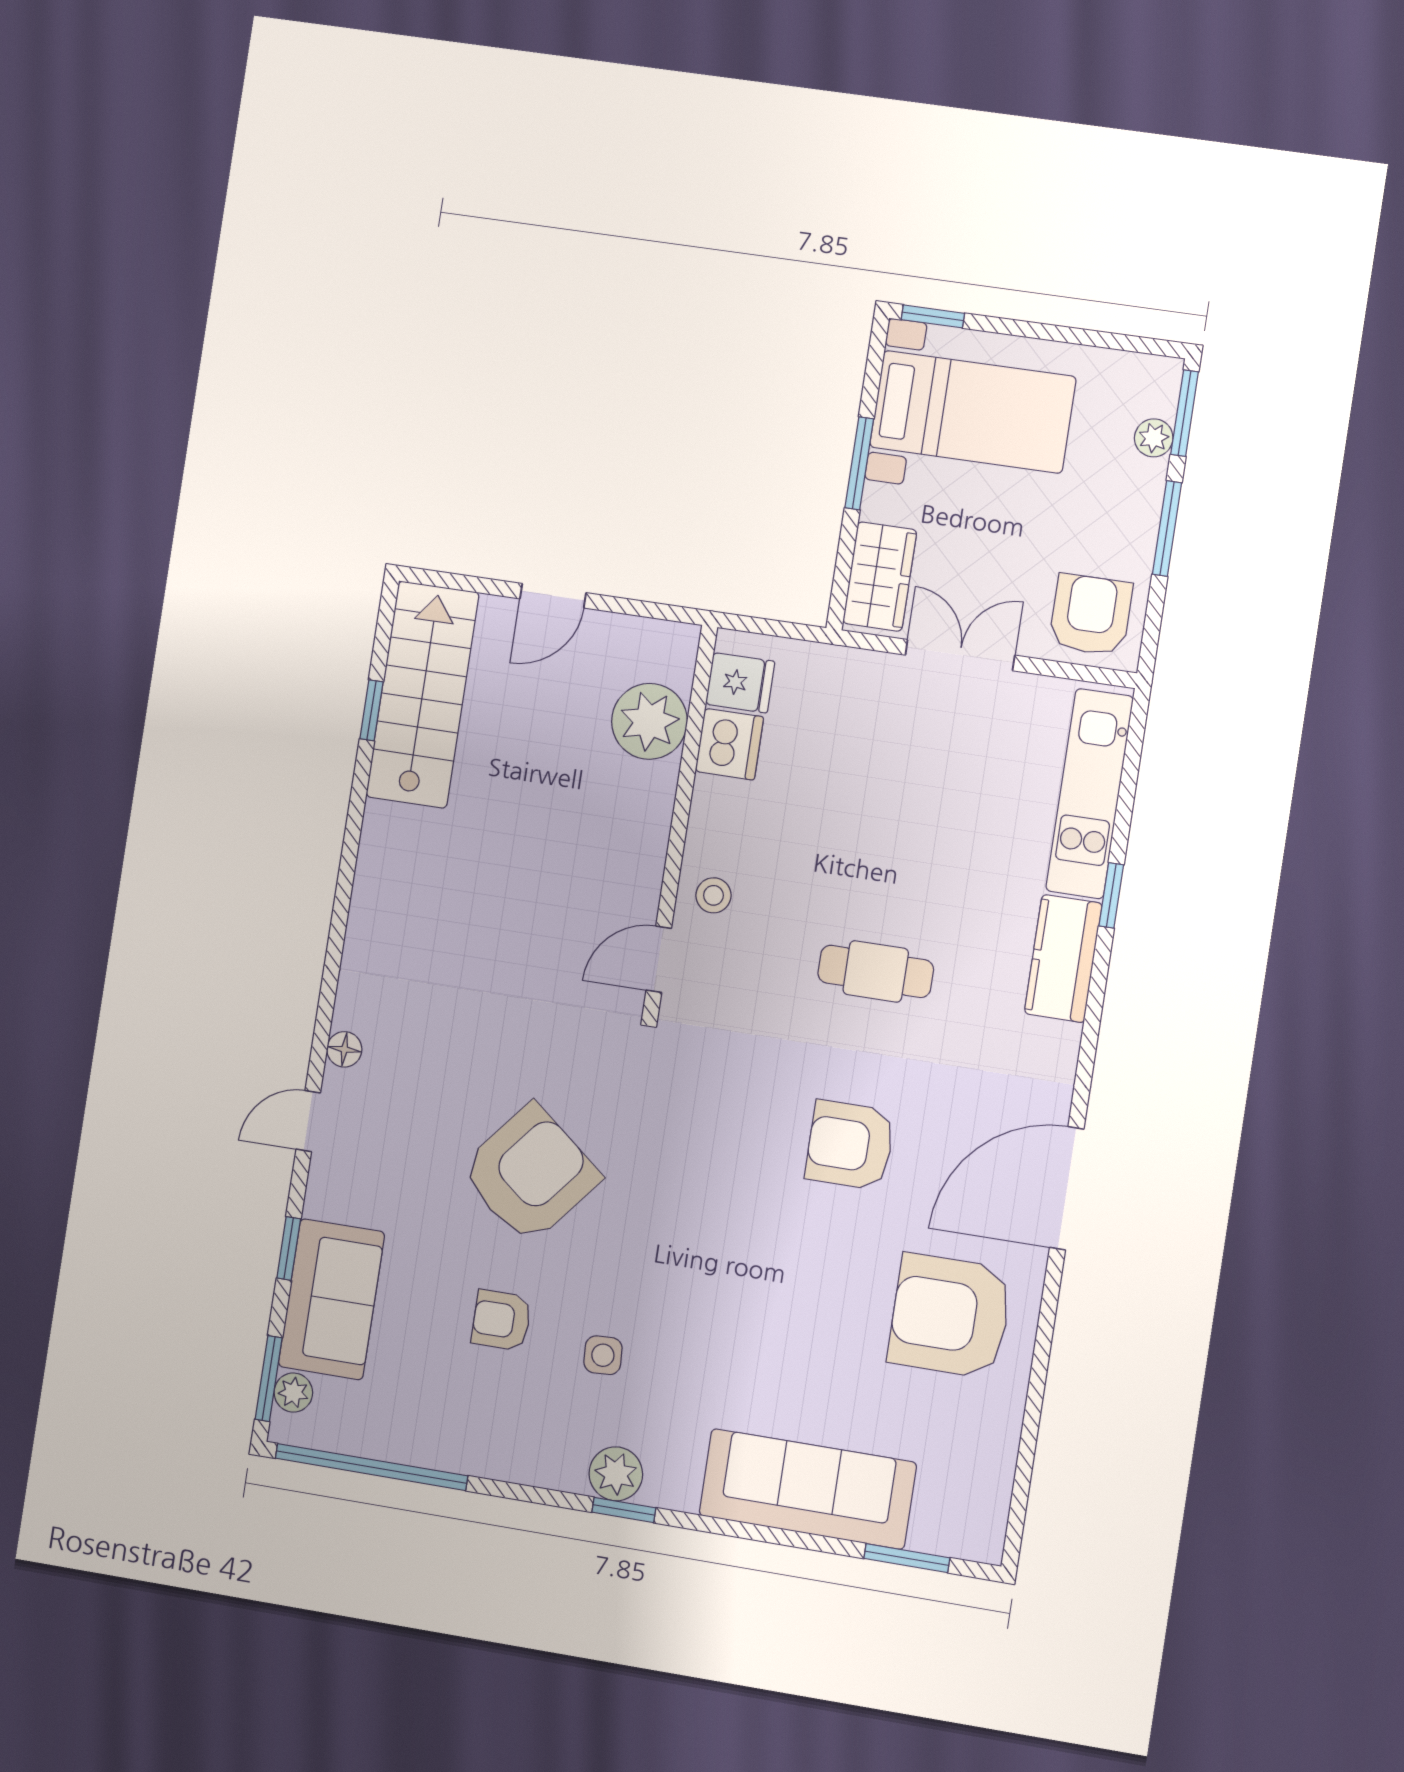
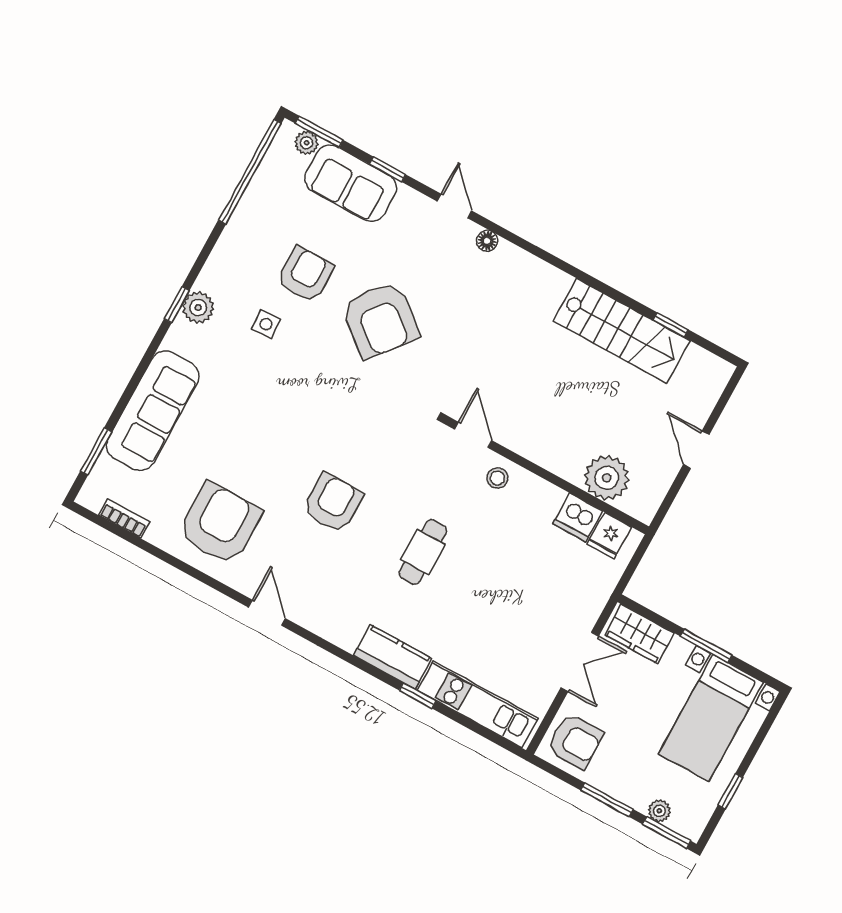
window: (933, 316) -> (730, 791), moved
stairs: (422, 695) -> (622, 331), moved
door: (1067, 1188) -> (267, 613), width x0.53
armchair: (501, 1320) -> (305, 274), width x1.38, depth x1.38
bookcase: (999, 1474) -> (124, 518), added

